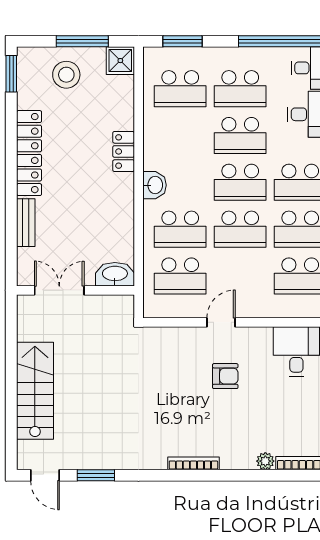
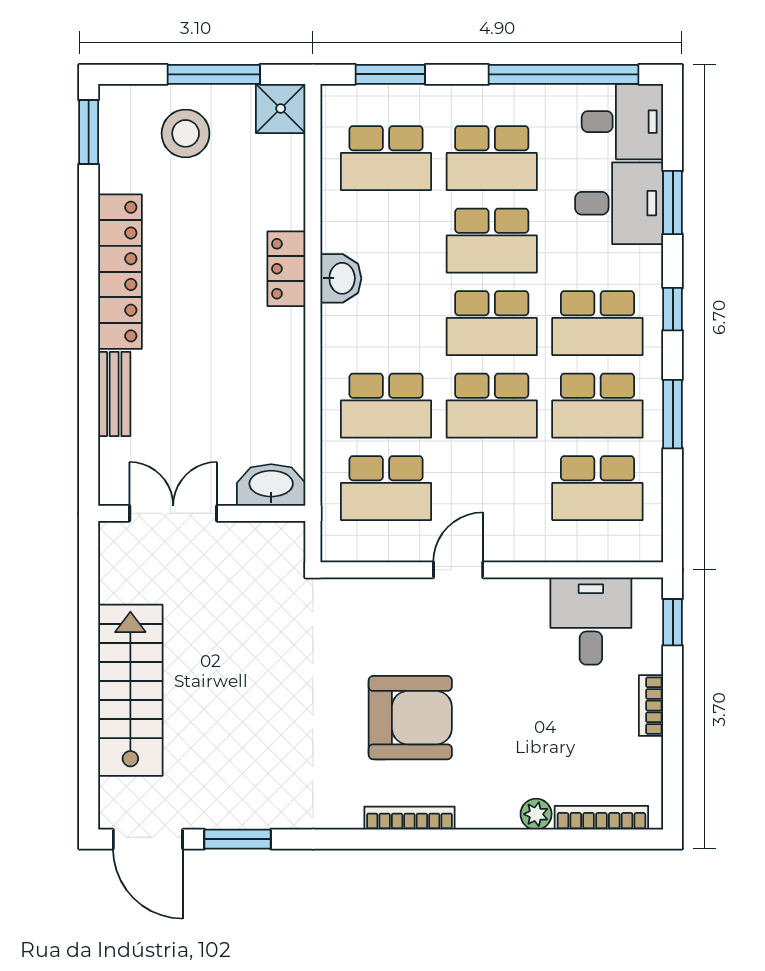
washbasin: (154, 185) -> (341, 278), moved
armchair: (225, 376) -> (410, 718), moved, width x1.88, depth x1.88
door: (45, 475) -> (148, 839), width x1.38

